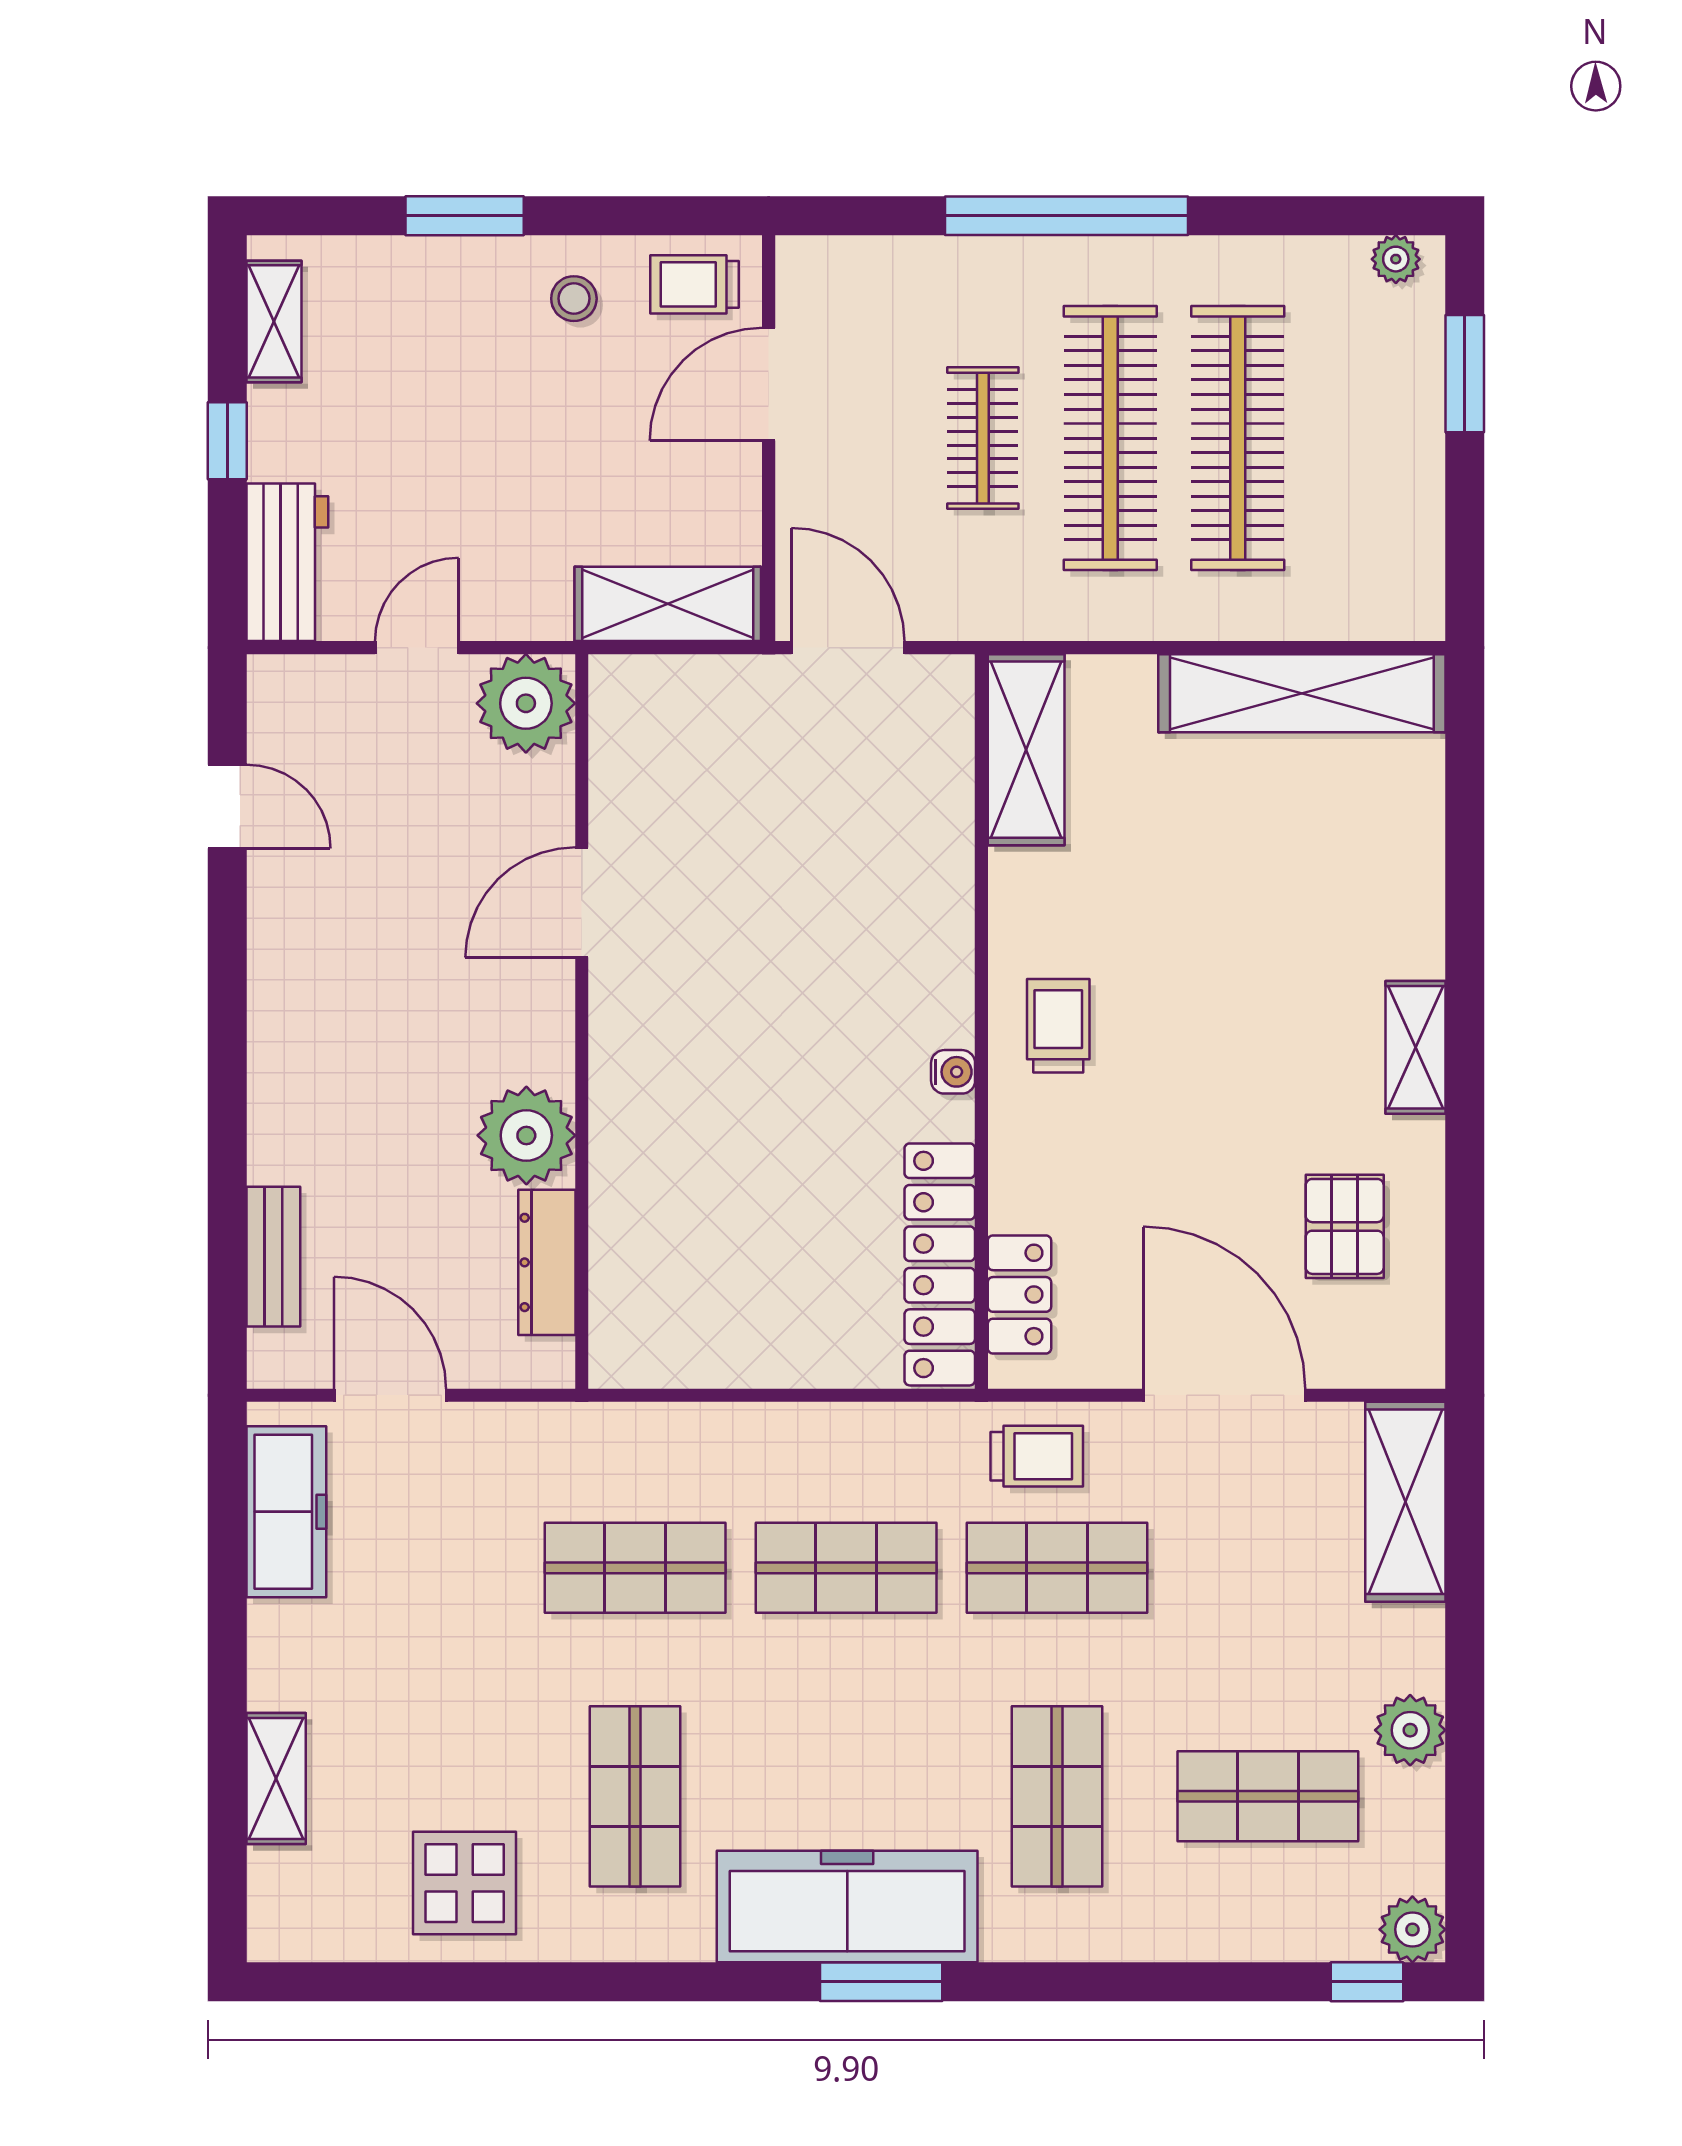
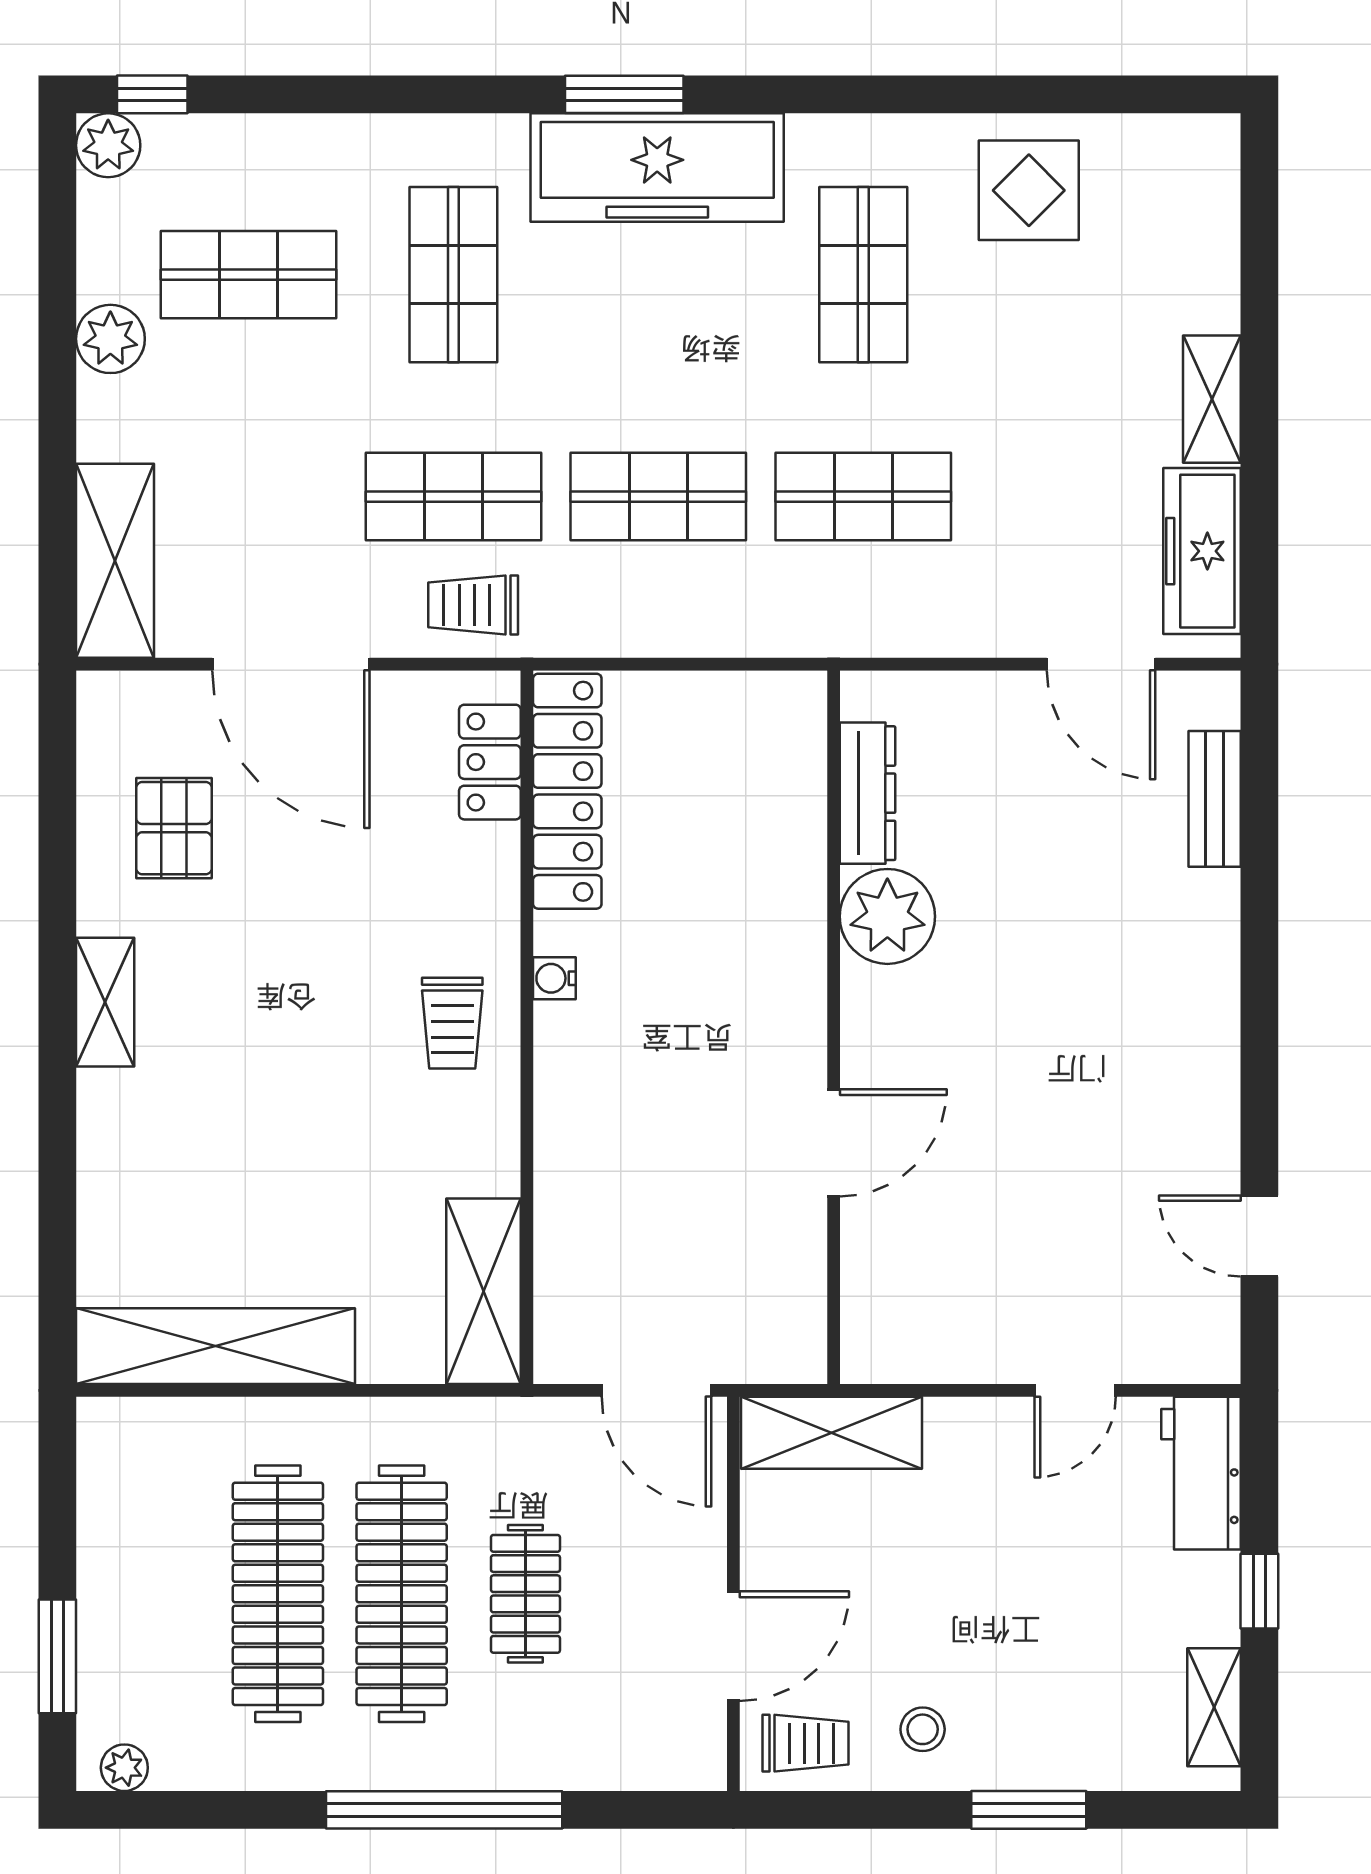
plant: (526, 703) -> (969, 1336), removed
door: (582, 902) -> (834, 1143), moved
wall: (582, 1021) -> (834, 1027), moved
plant: (526, 1135) -> (887, 916), moved
dresser: (547, 1262) -> (868, 793), moved
shelving: (276, 1778) -> (1212, 399), moved

